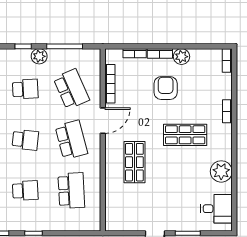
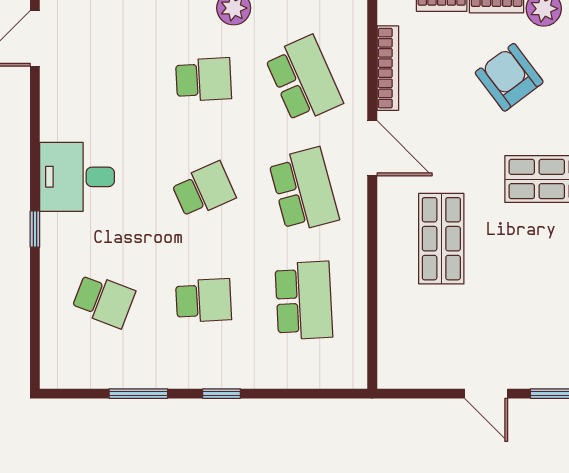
armchair: (166, 88) -> (509, 77), turned -37
door: (103, 121) -> (372, 148), hinge flipped
school desk: (25, 140) -> (204, 190), turned -30

